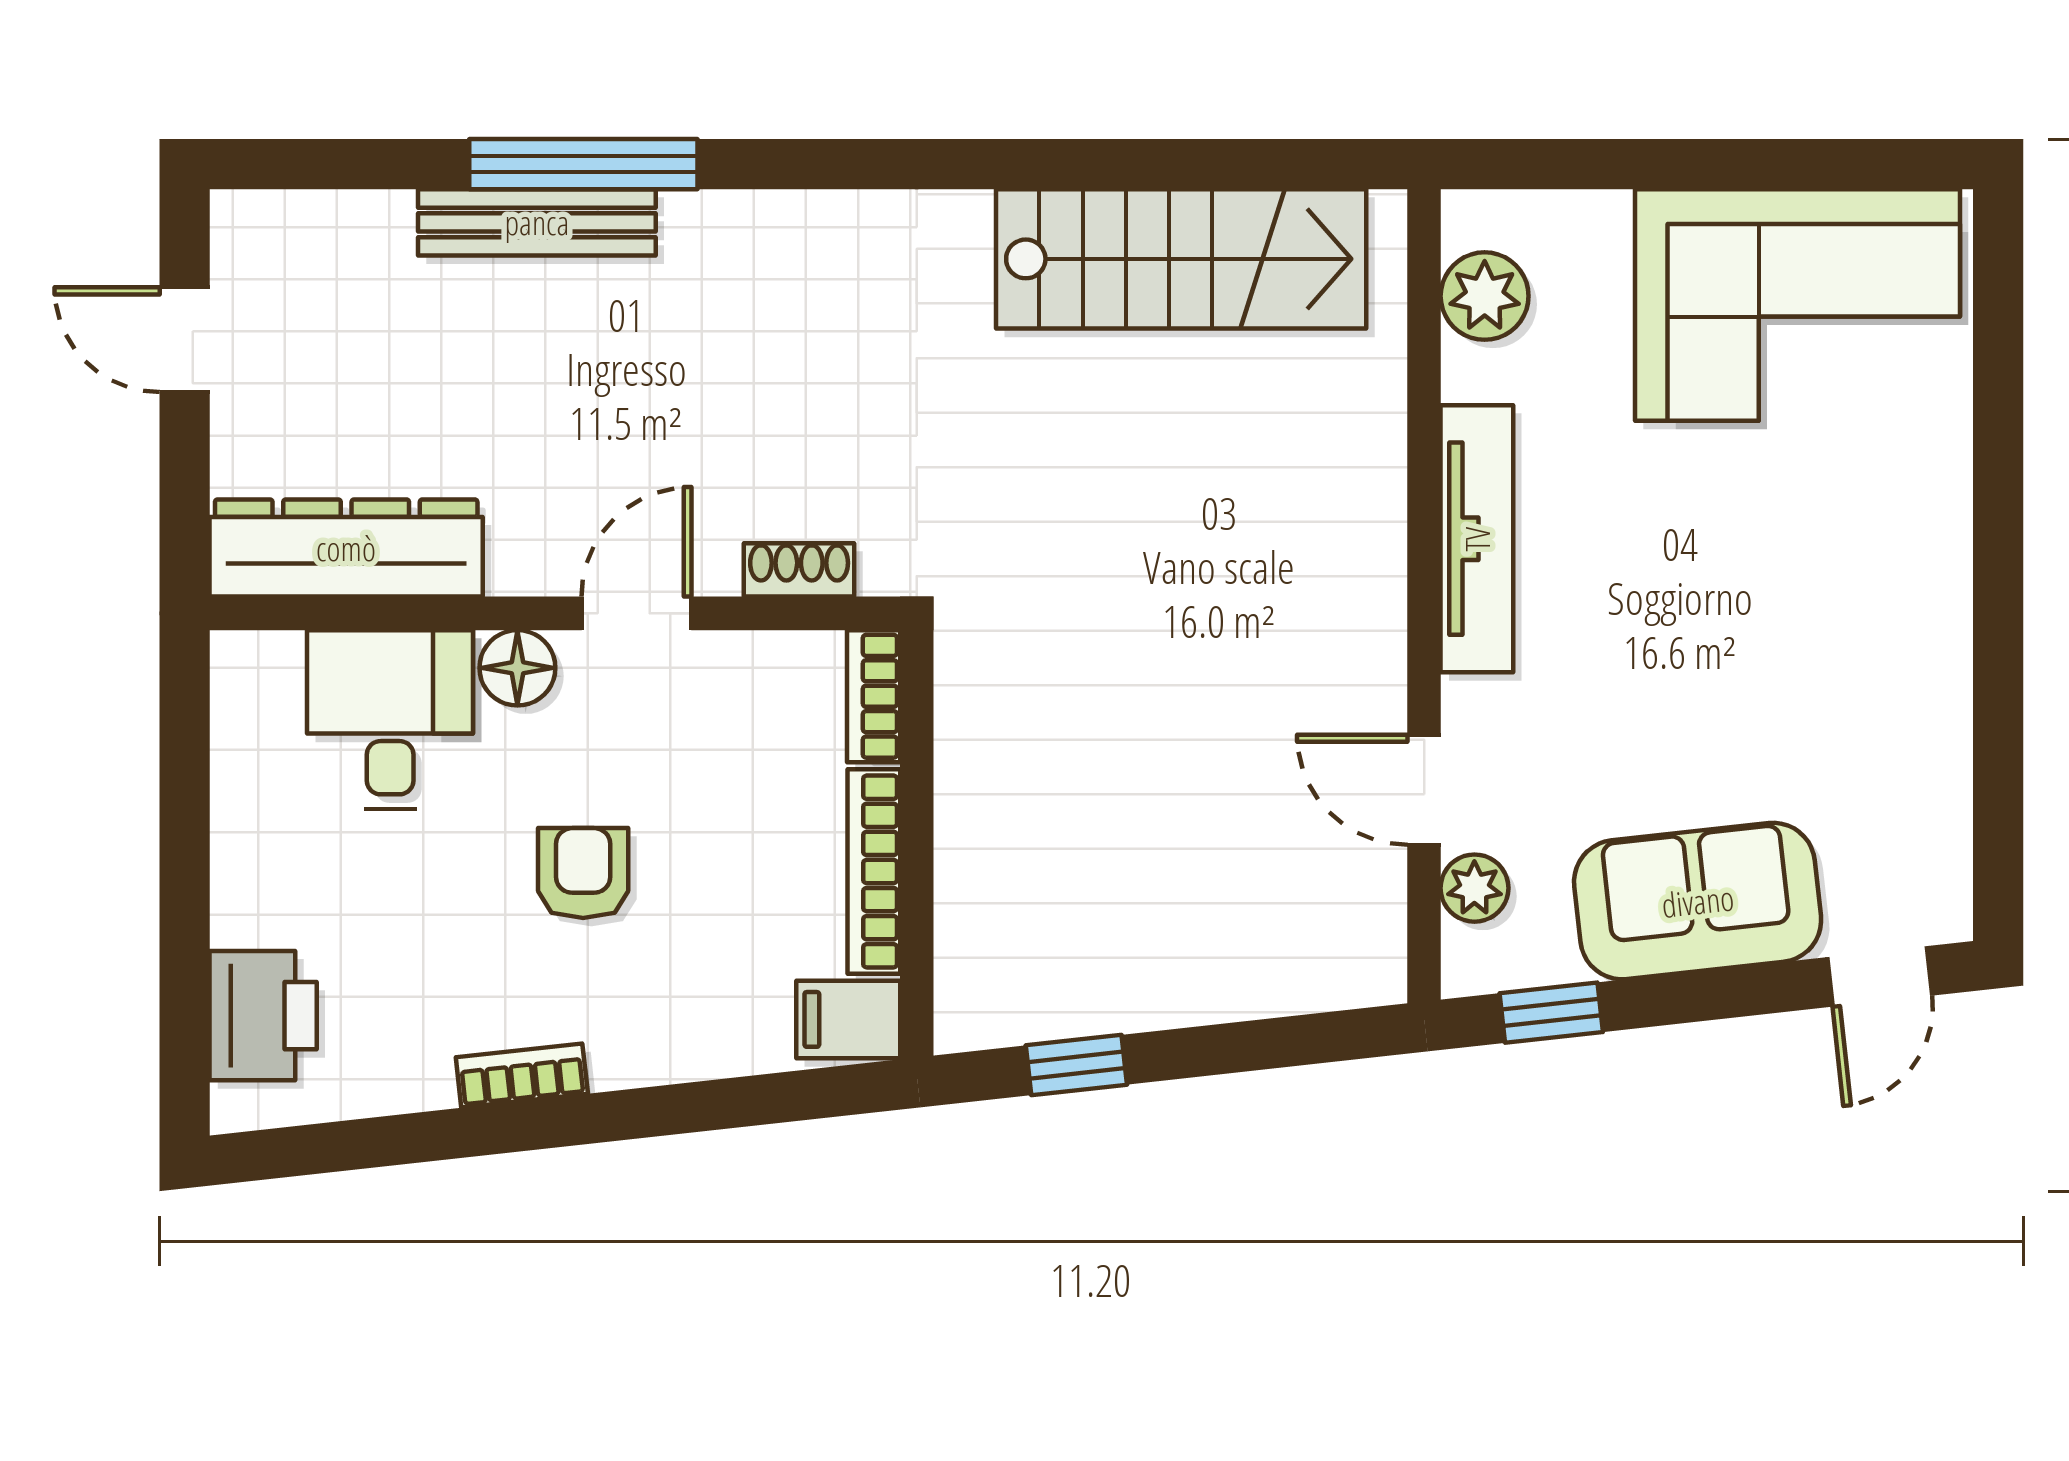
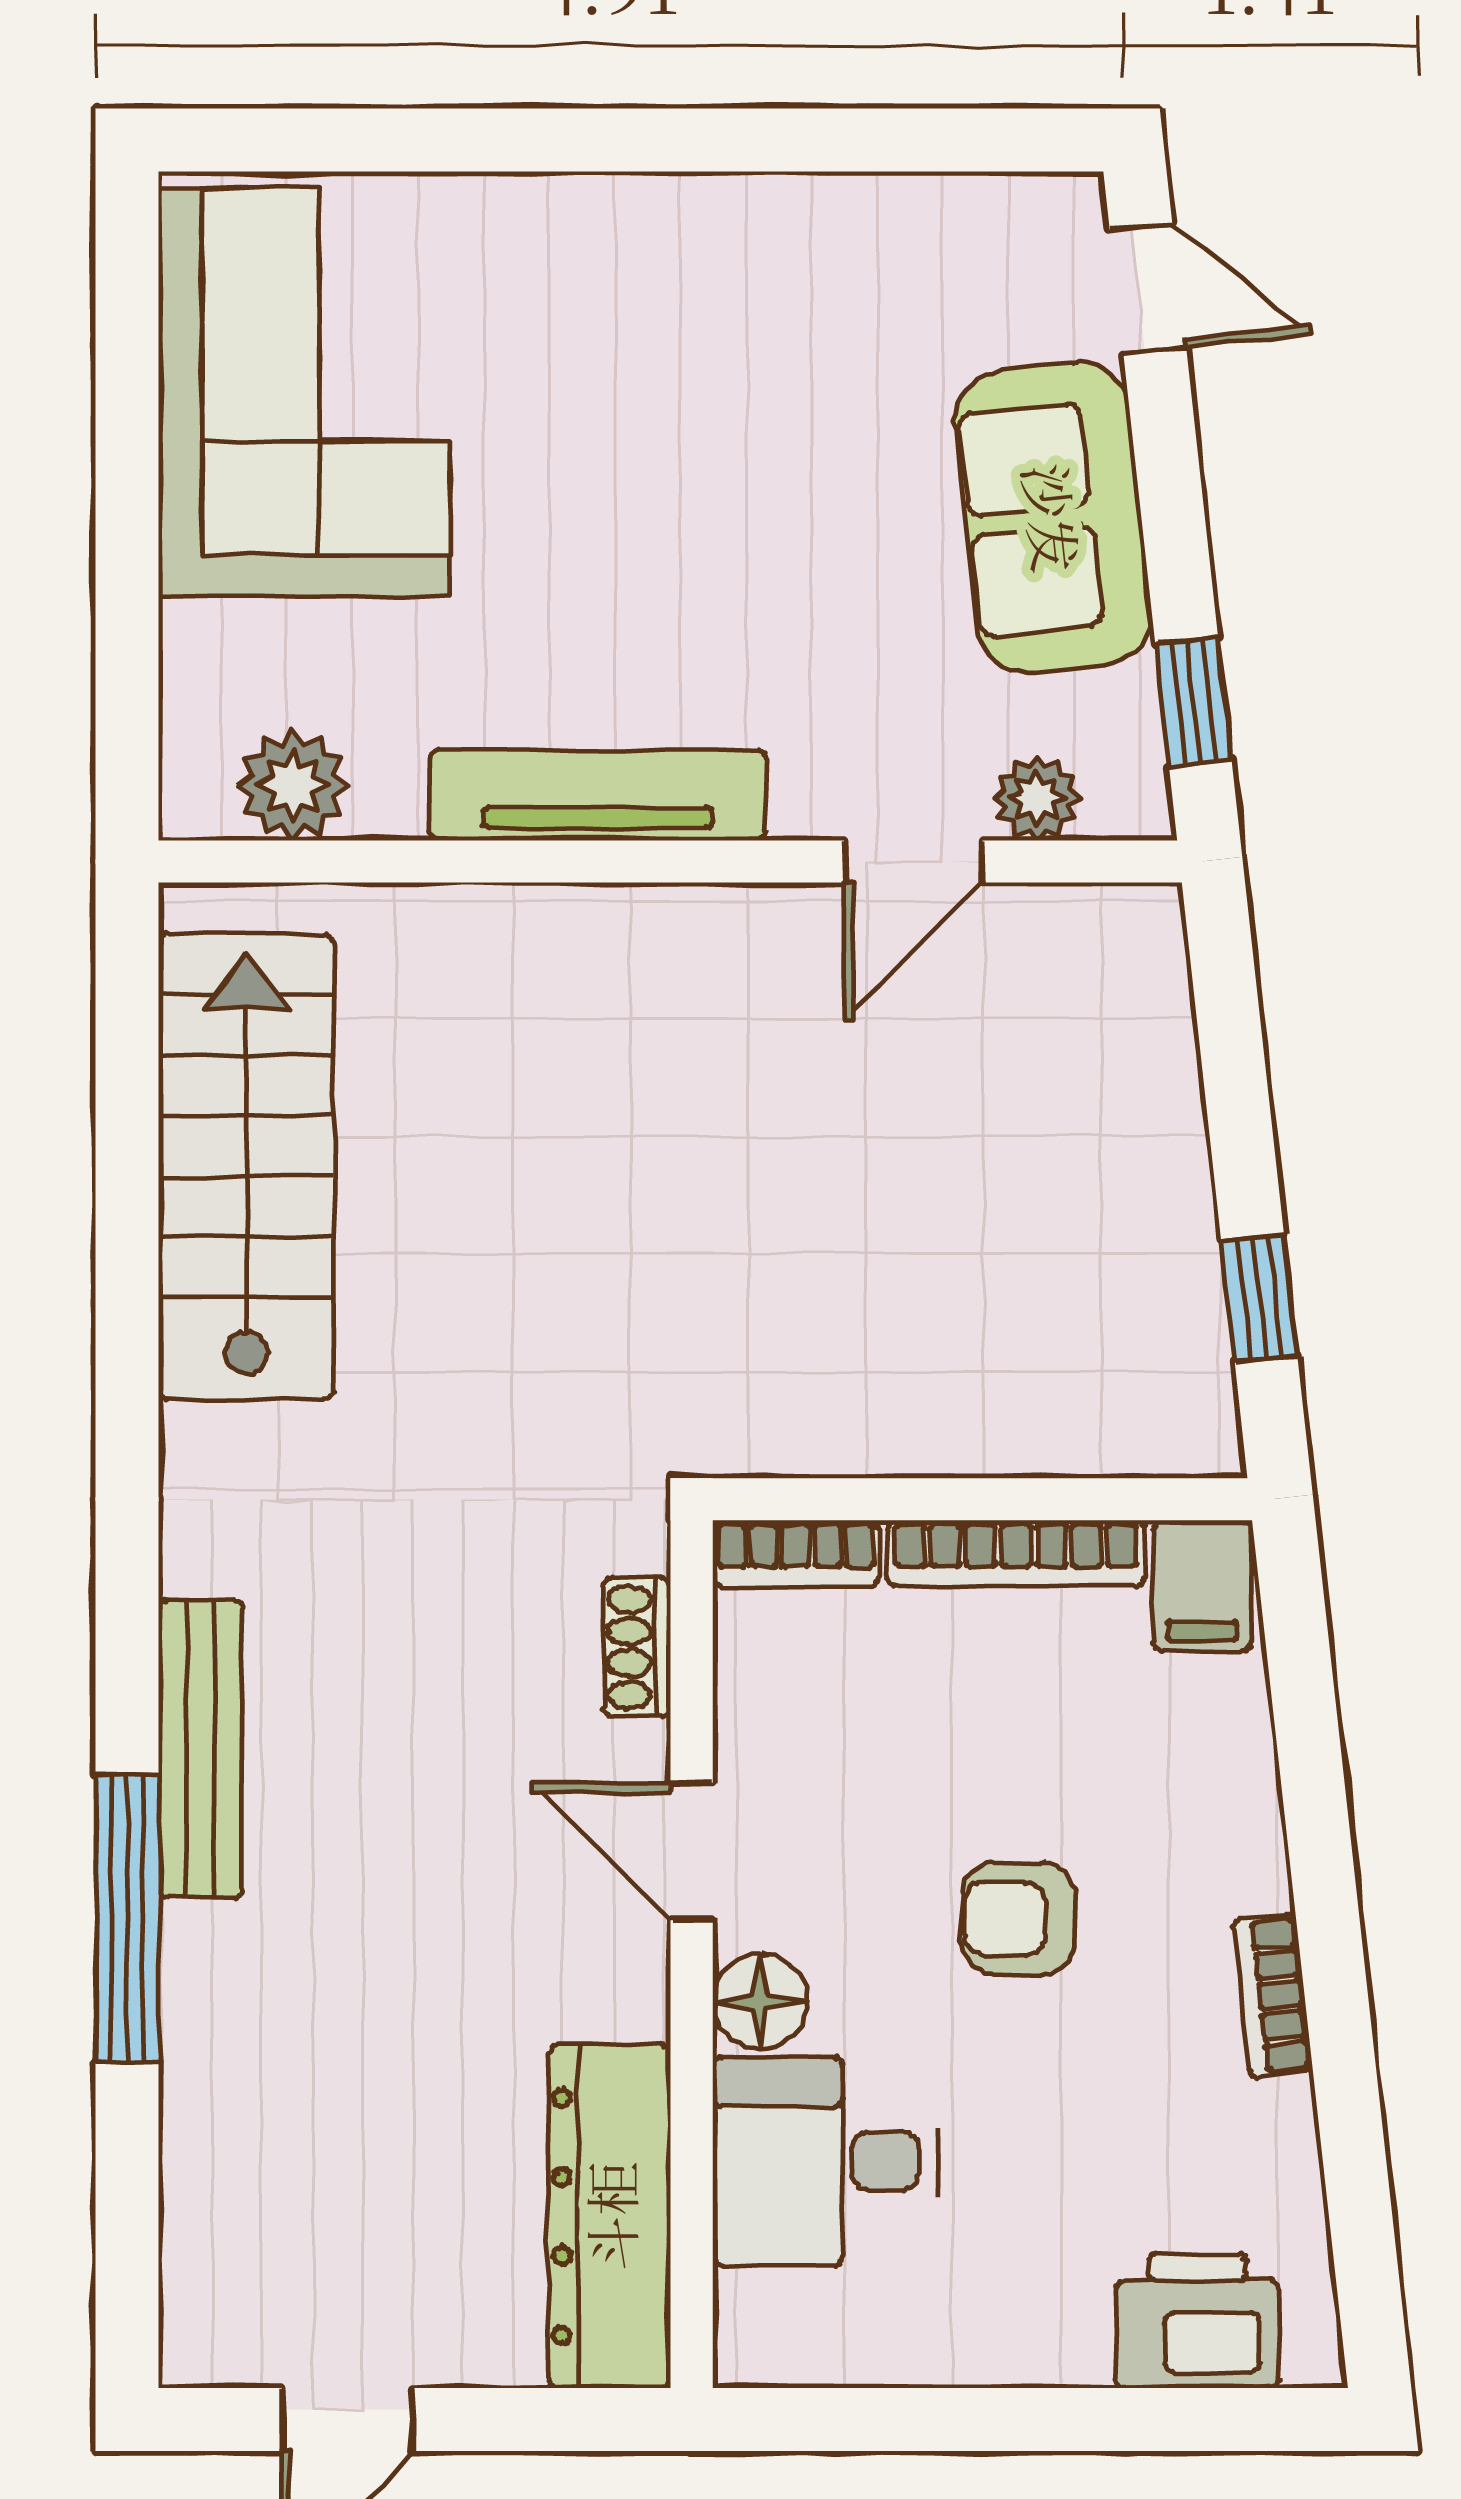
bench: (537, 222) -> (200, 1749), moved

